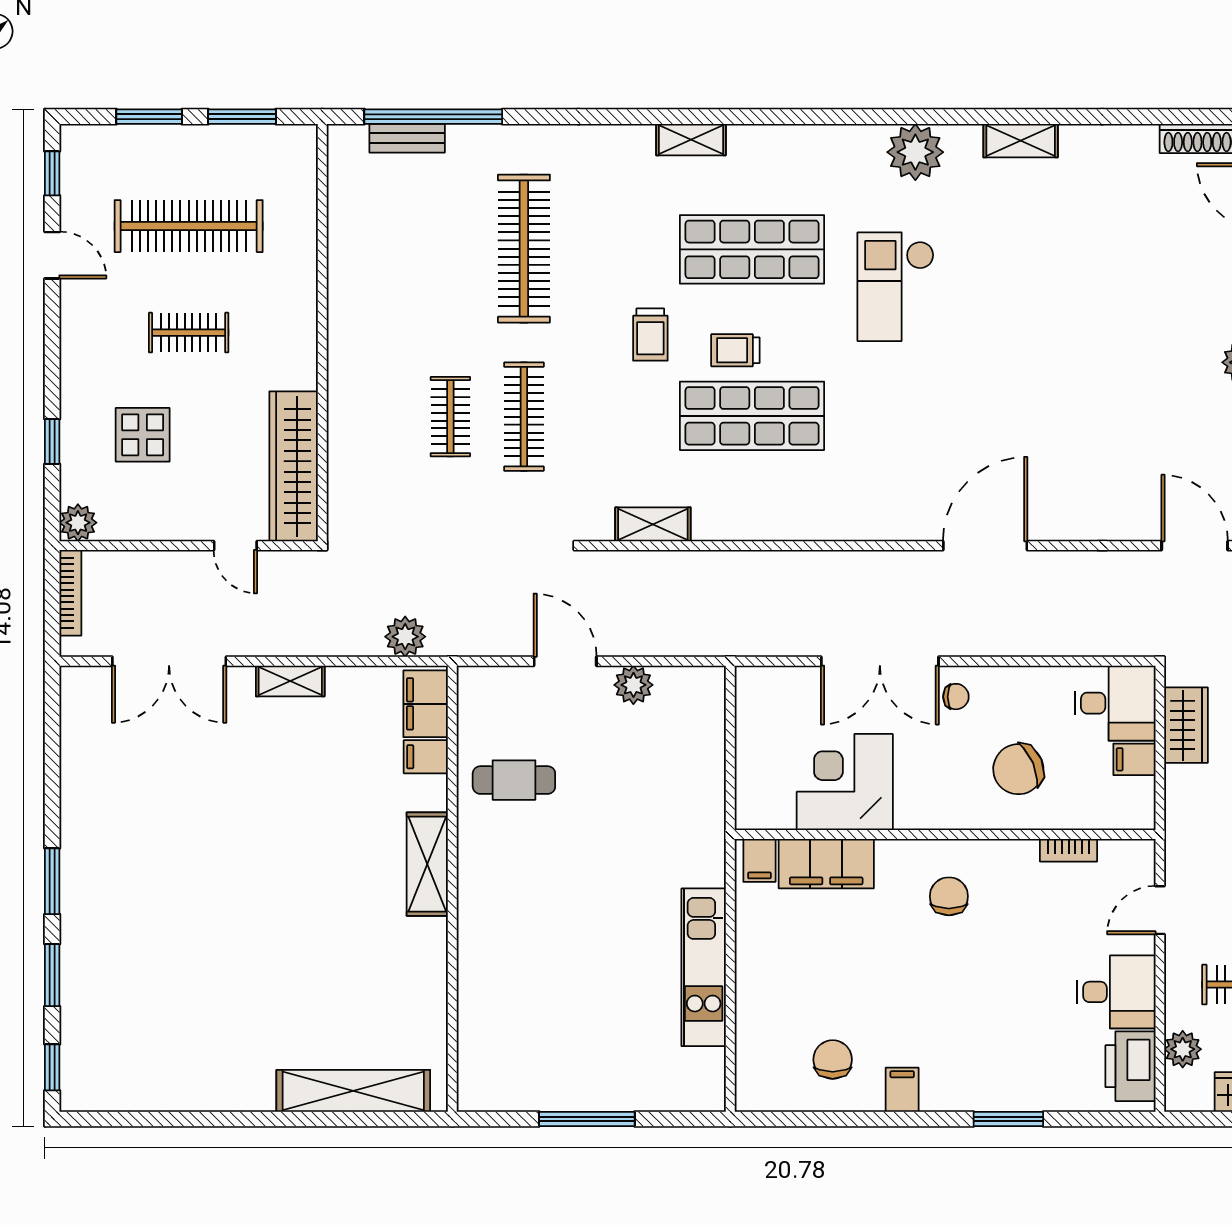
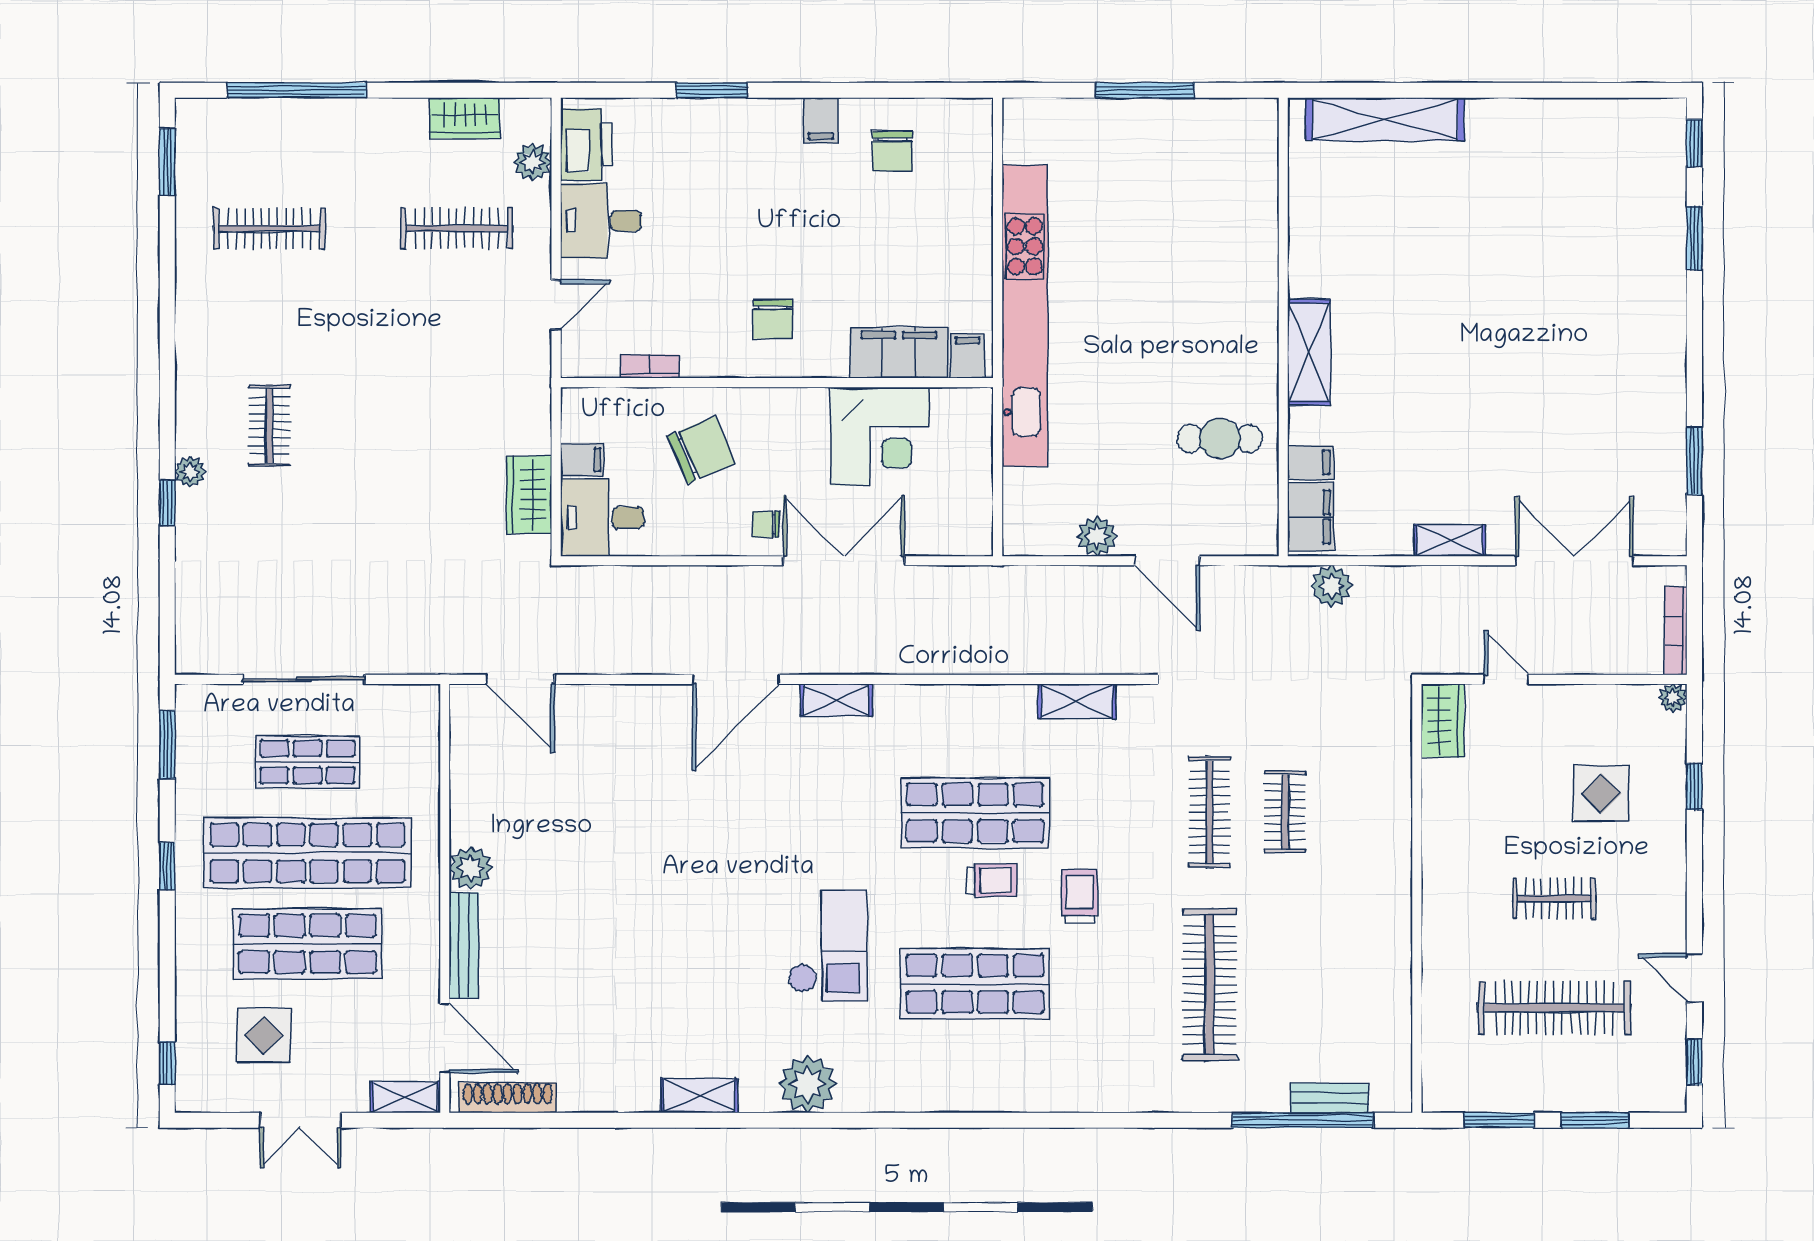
shelving: (691, 140) -> (836, 700), moved
wardrobe: (294, 466) -> (1443, 721), width x0.48, depth x0.85
plant: (78, 523) -> (1673, 698), width x0.73, depth x0.73
window: (52, 881) -> (1694, 461), moved
kitchen unit: (704, 967) -> (1025, 316), width x1.86

